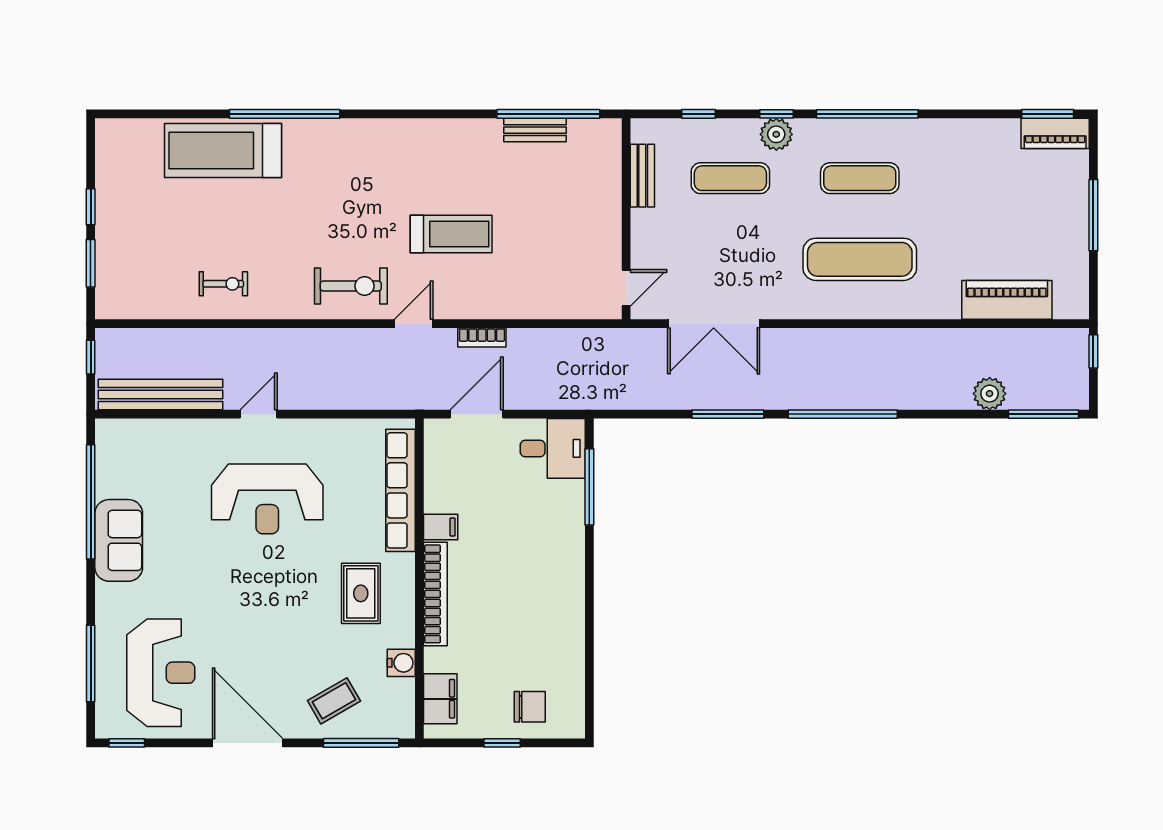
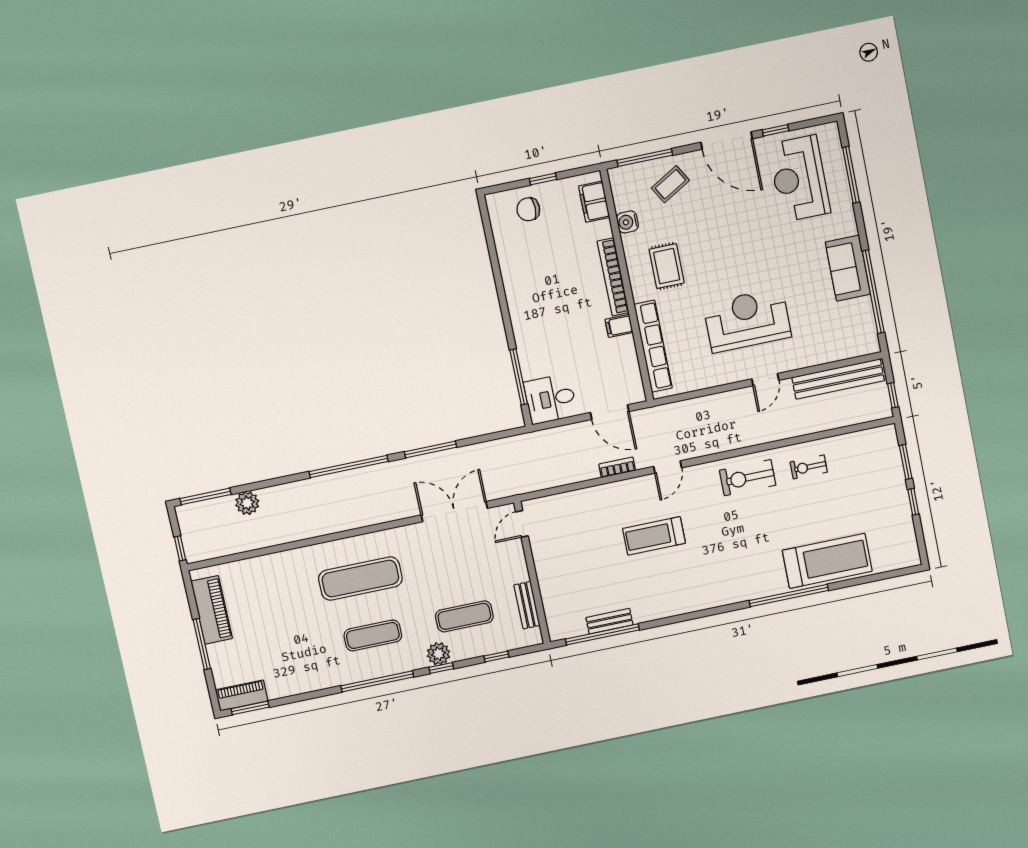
exercise bike: (351, 286) -> (748, 478), moved
piano: (1007, 300) -> (212, 610), moved, turned -90
door: (477, 414) -> (610, 412), hinge flipped
window: (127, 743) -> (776, 130), moved

